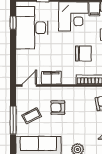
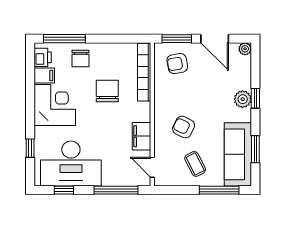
window: (13, 60) -> (116, 190), added
armchair: (58, 108) -> (184, 127), turned 116
window: (13, 120) -> (219, 190), moved

